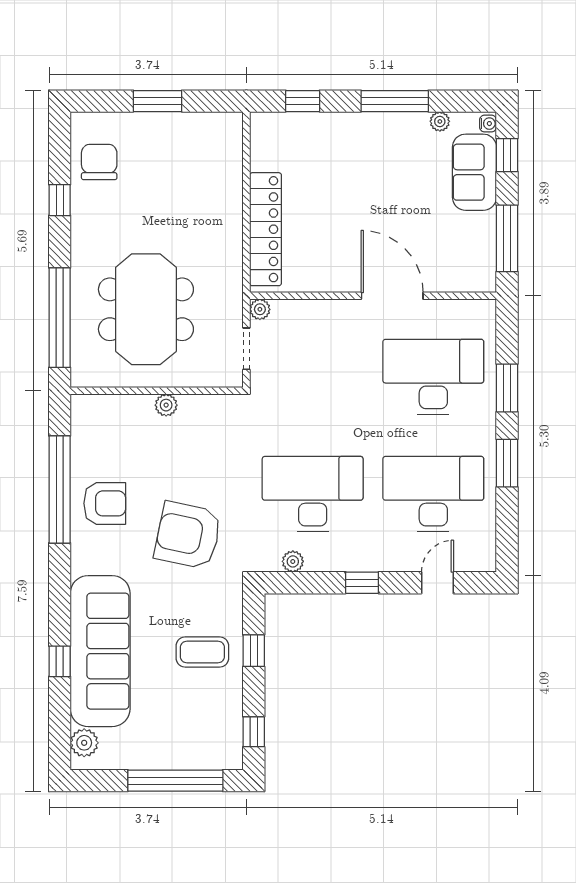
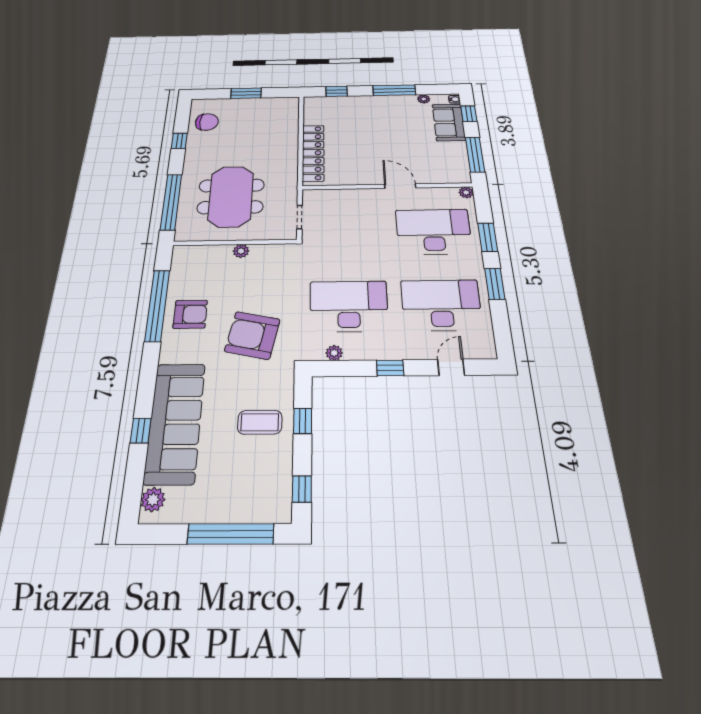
chair: (99, 162) -> (207, 122), turned 91
door: (392, 296) -> (400, 186), width x0.73
plant: (260, 309) -> (466, 192), moved

